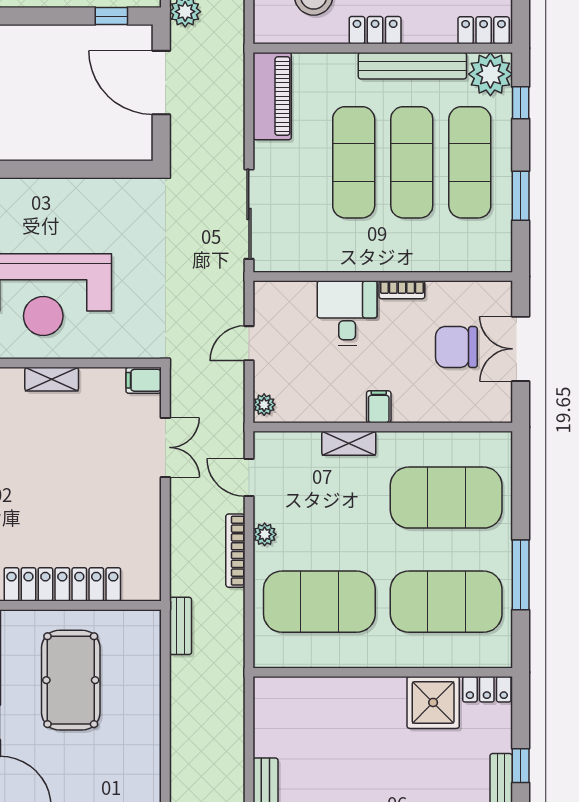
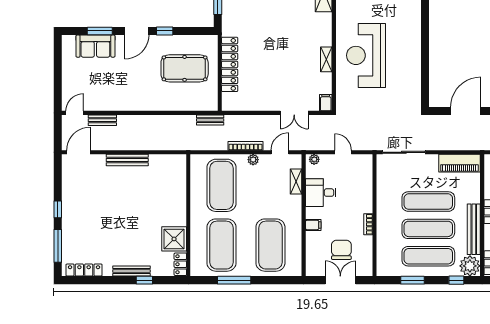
desk: (347, 313) -> (321, 193), moved, turned 180
filing cabinet: (379, 407) -> (313, 225), moved
shelving: (349, 443) -> (296, 182), moved

